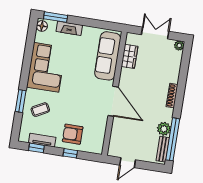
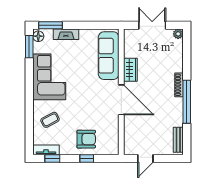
wardrobe: (130, 56) -> (130, 70), moved
window: (21, 101) -> (29, 47), moved
plant: (164, 129) -> (176, 119), removed
armchair: (73, 134) -> (86, 139), turned 180
window: (173, 139) -> (187, 102), moved
tv unit: (42, 140) -> (46, 150), moved

